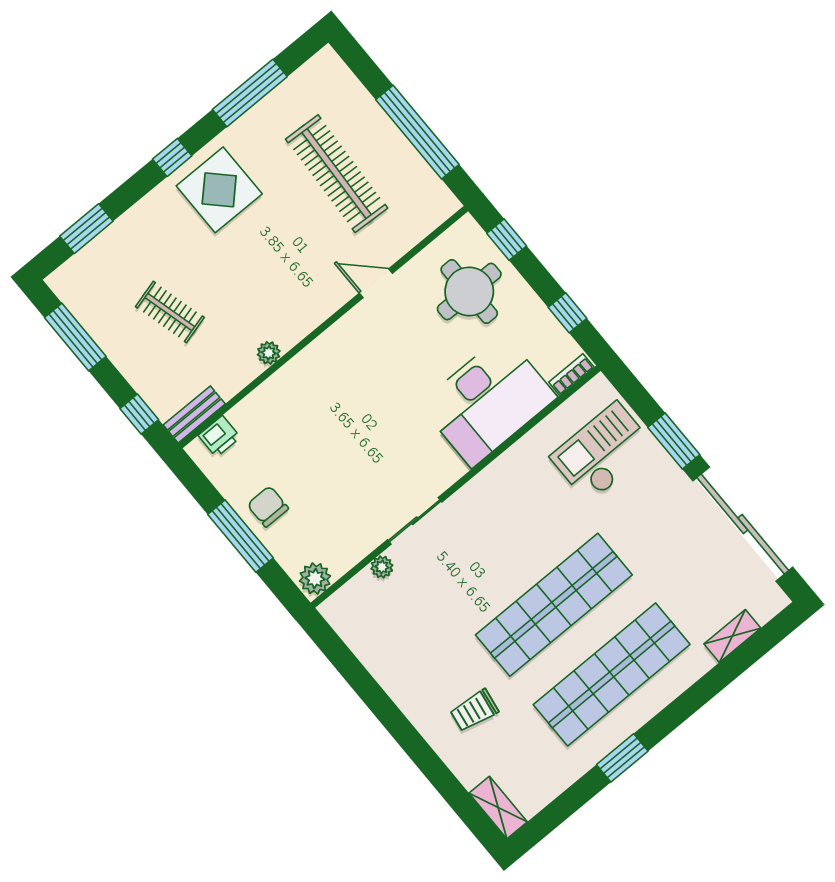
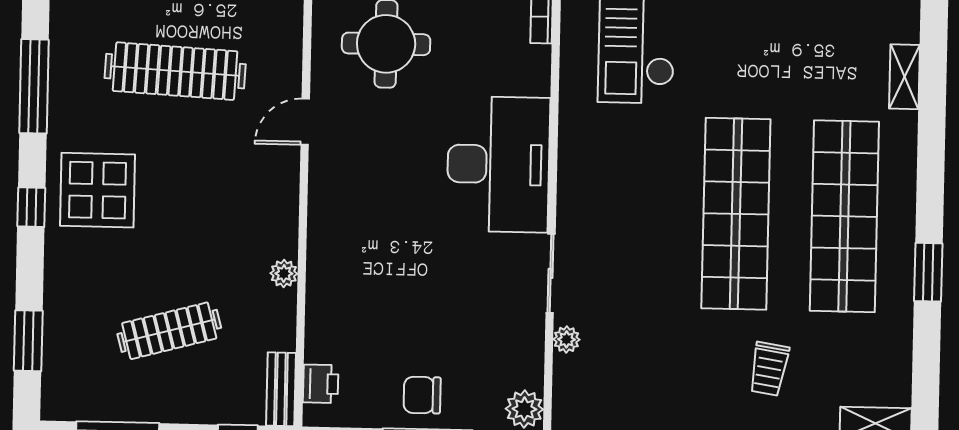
clothes rail: (170, 312) -> (169, 331), width x1.36
desk: (488, 401) -> (498, 164), moved

